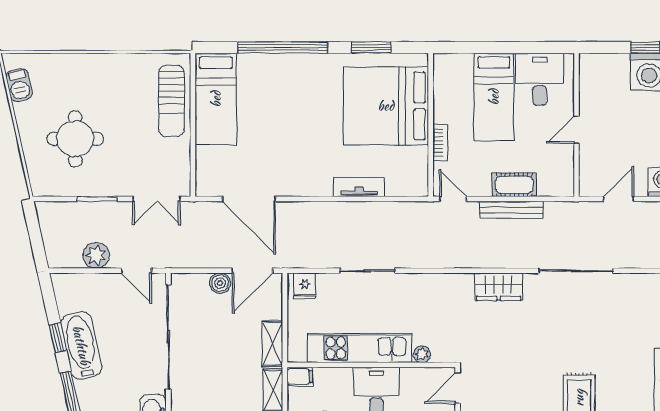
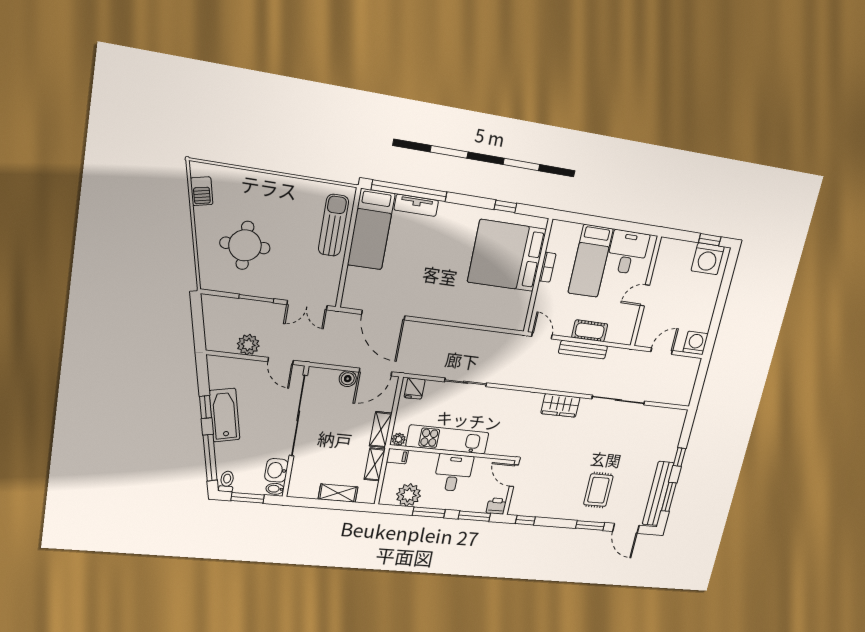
window: (283, 48) -> (409, 191), moved
window: (371, 48) -> (505, 206), width x0.67
sun lounger: (171, 101) -> (333, 225), turned 180
bookcase: (440, 143) -> (547, 267), moved
tv unit: (359, 187) -> (416, 205), moved, turned 180
plant: (422, 354) -> (399, 439), moved
door: (458, 388) -> (514, 476), hinge flipped

